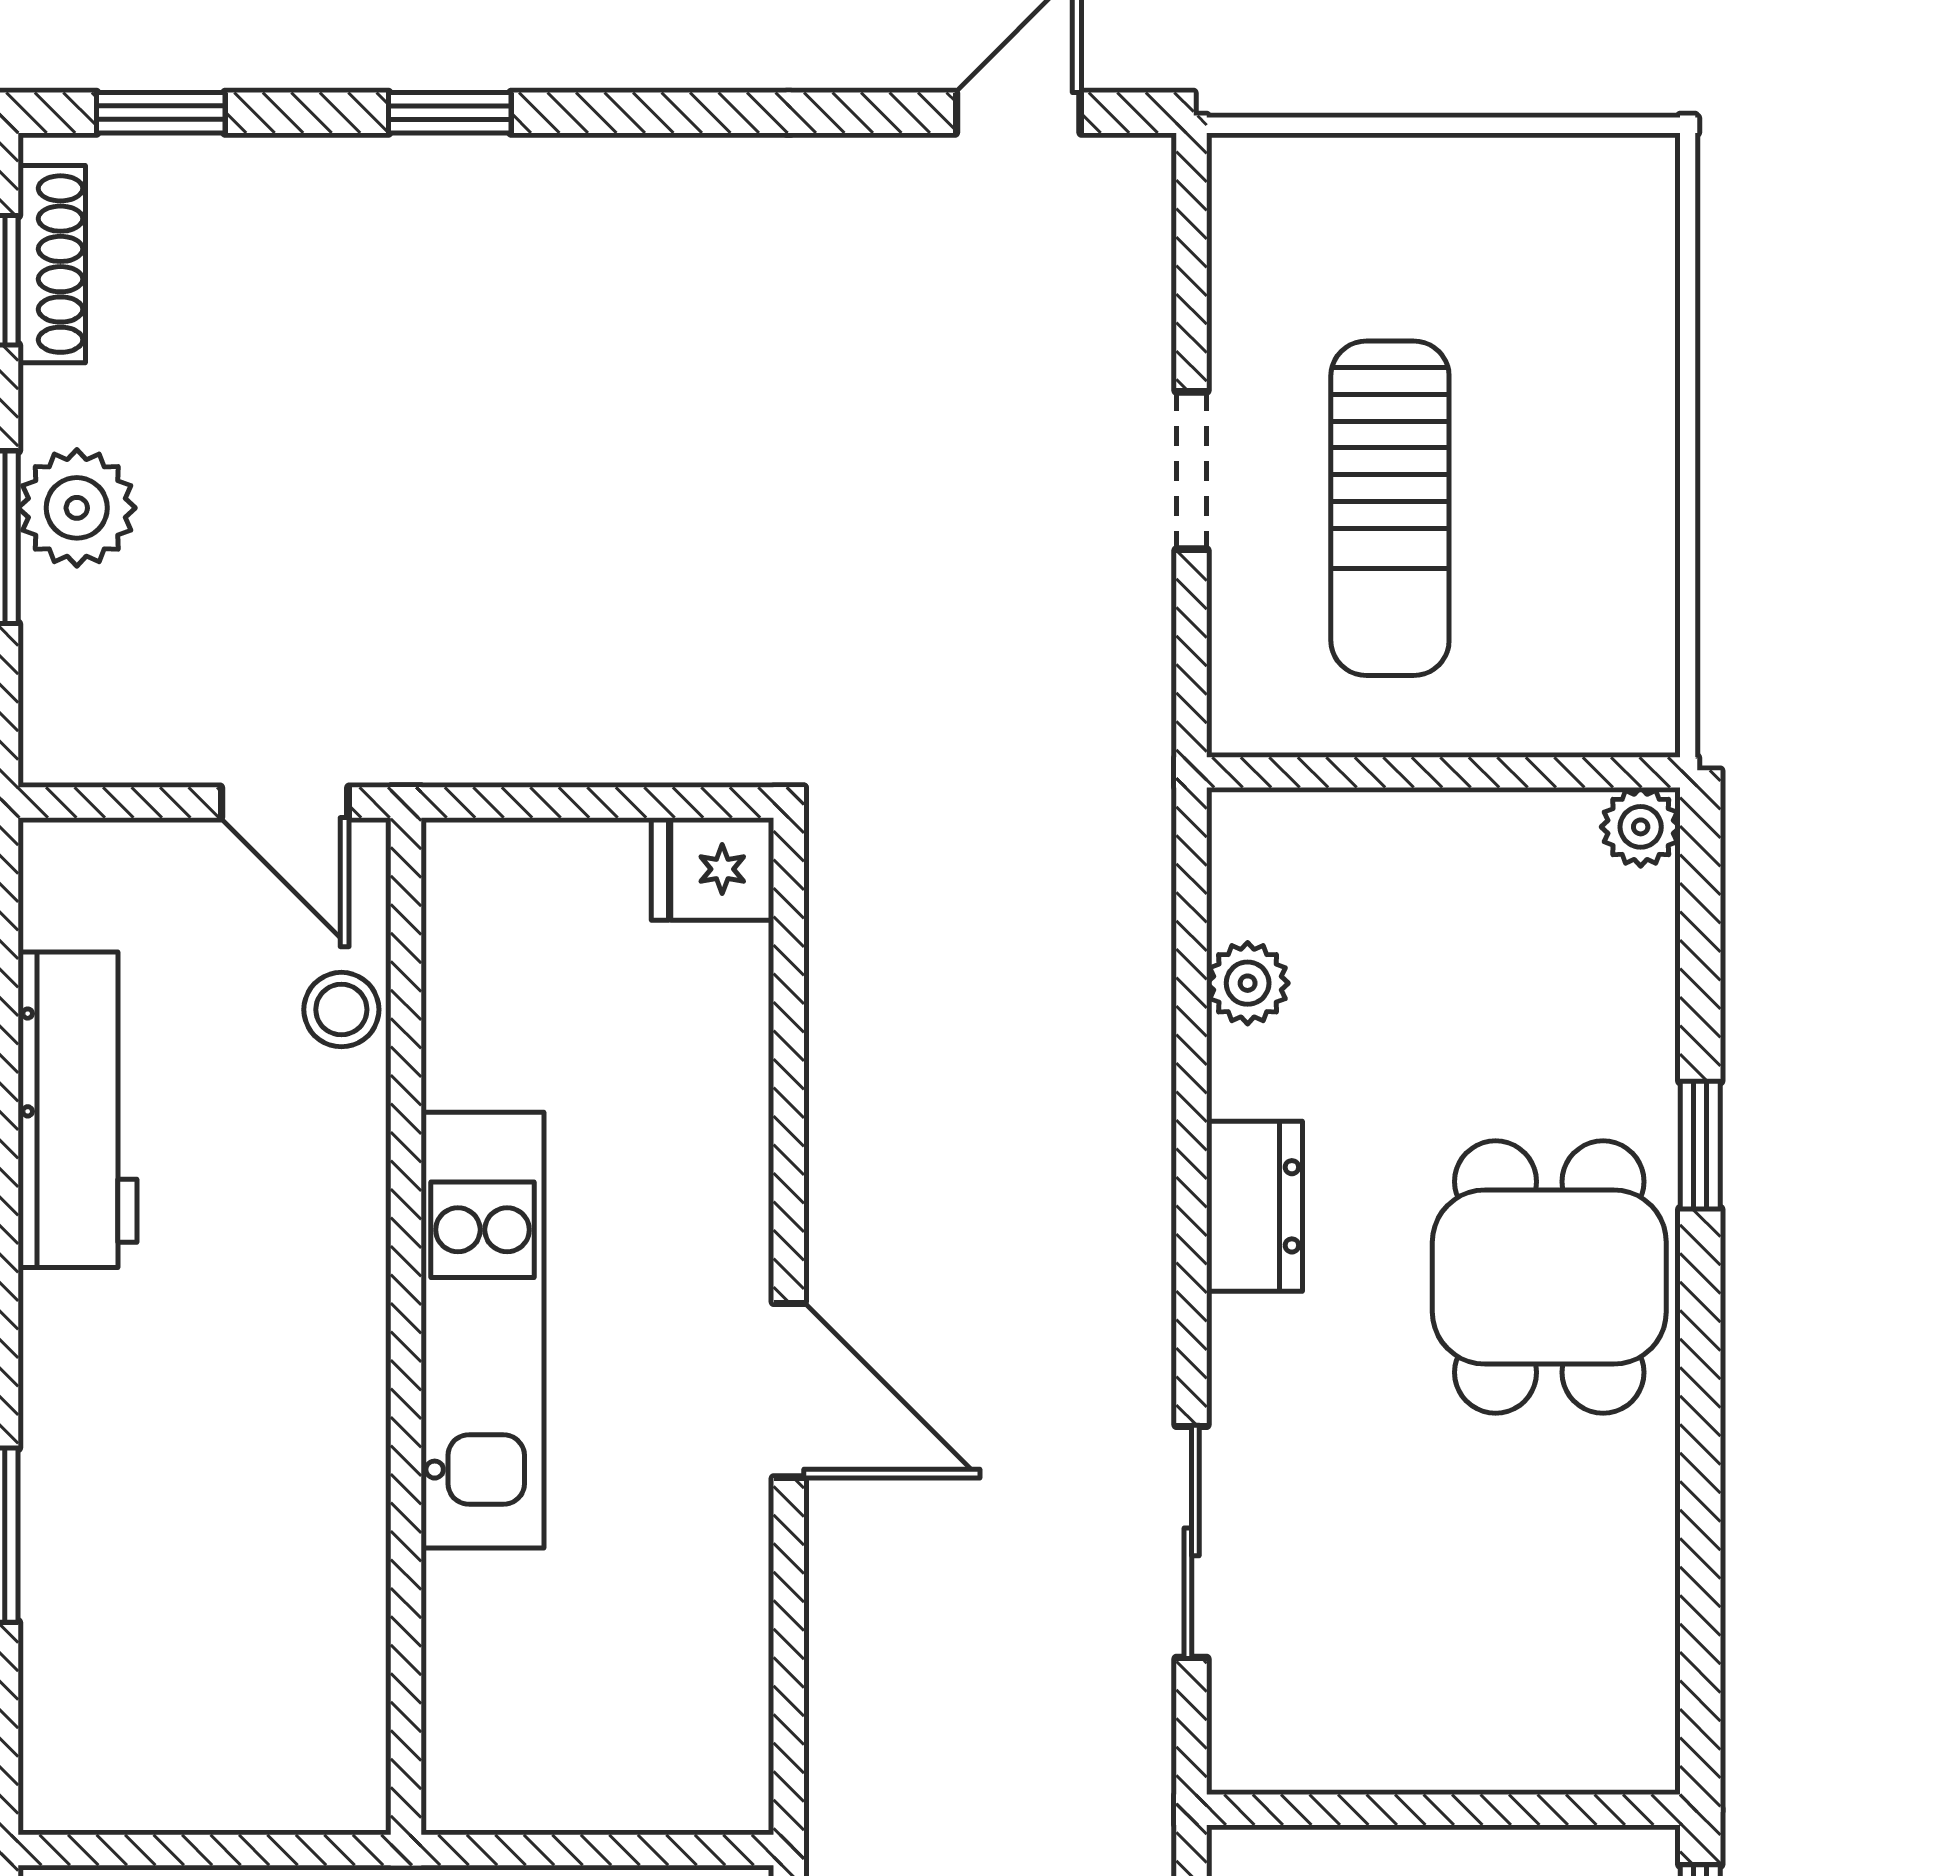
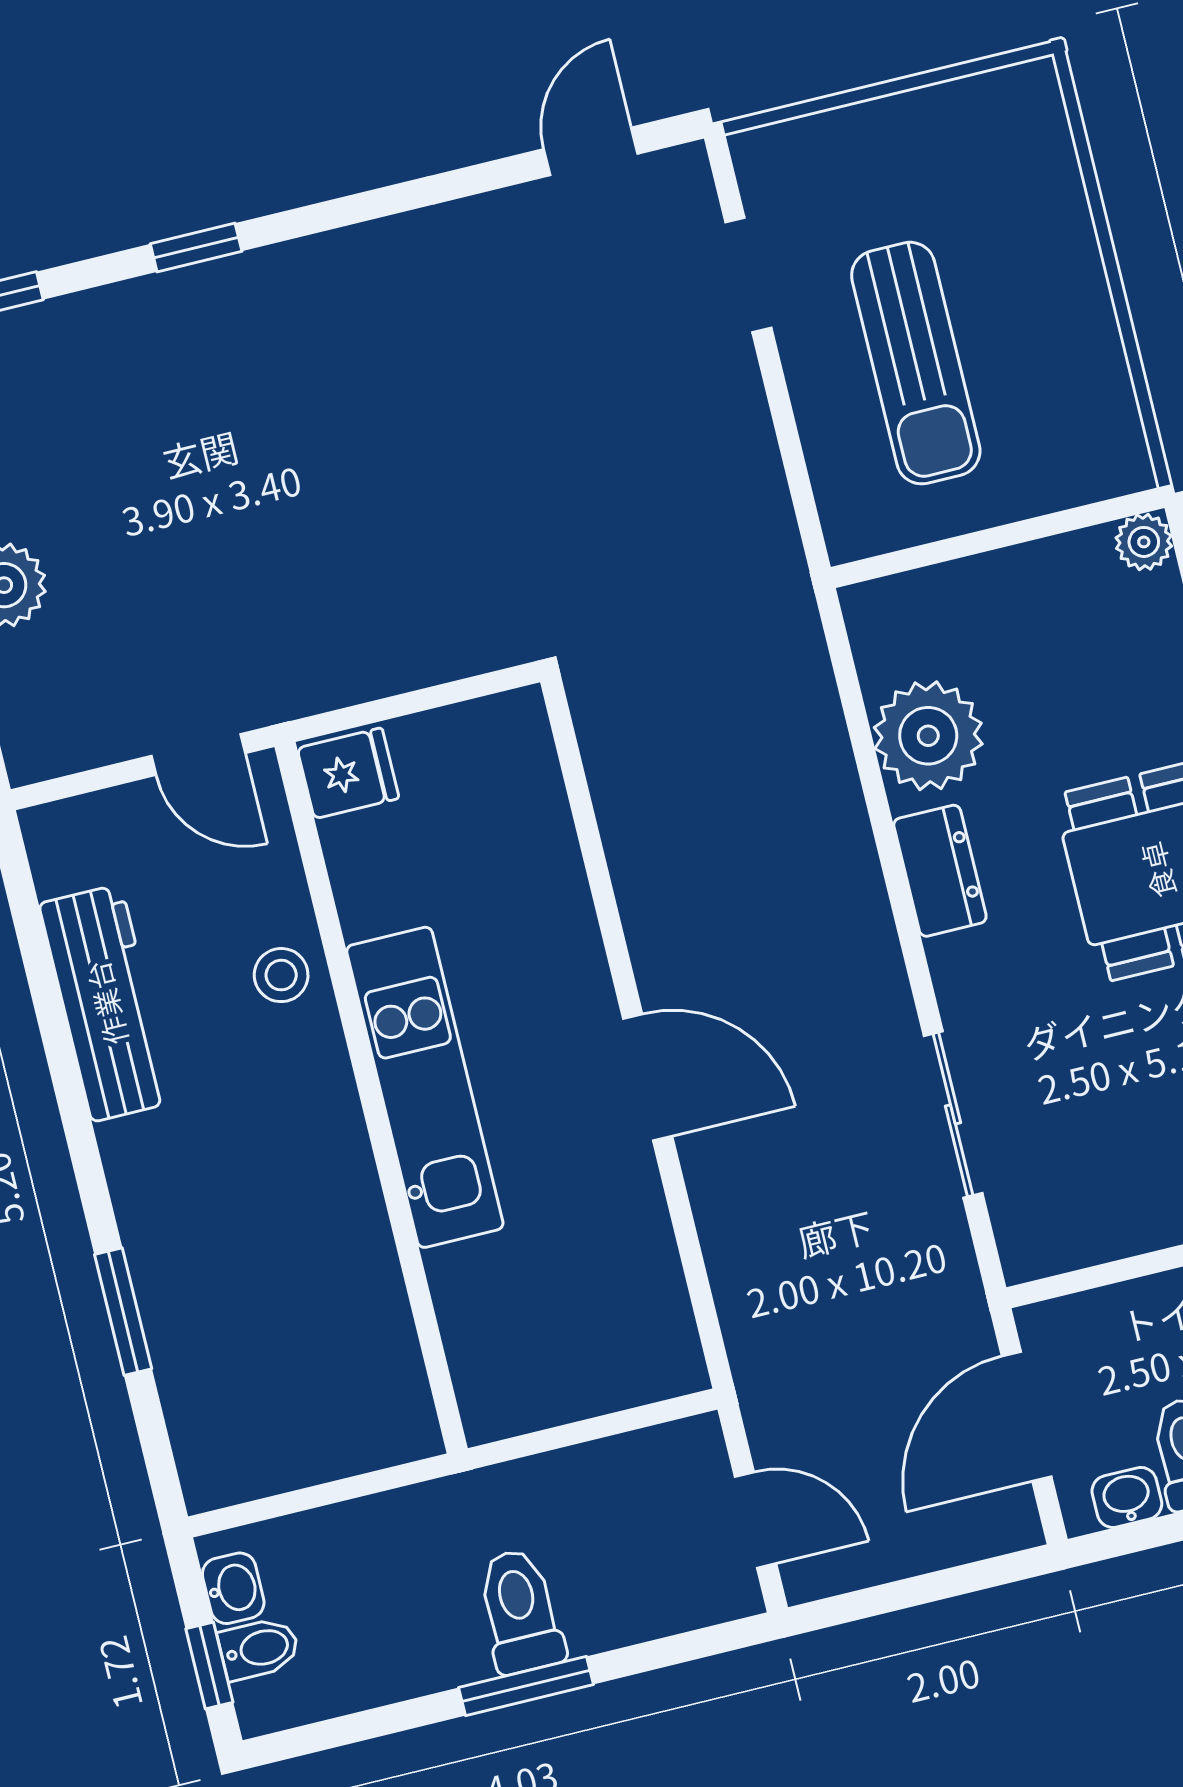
doorway: (1192, 471) -> (748, 275), moved
fridge: (712, 869) -> (348, 773), moved, turned 180
plant: (1248, 983) -> (928, 736), width x1.87, depth x1.87
stool: (341, 1010) -> (281, 975), moved

